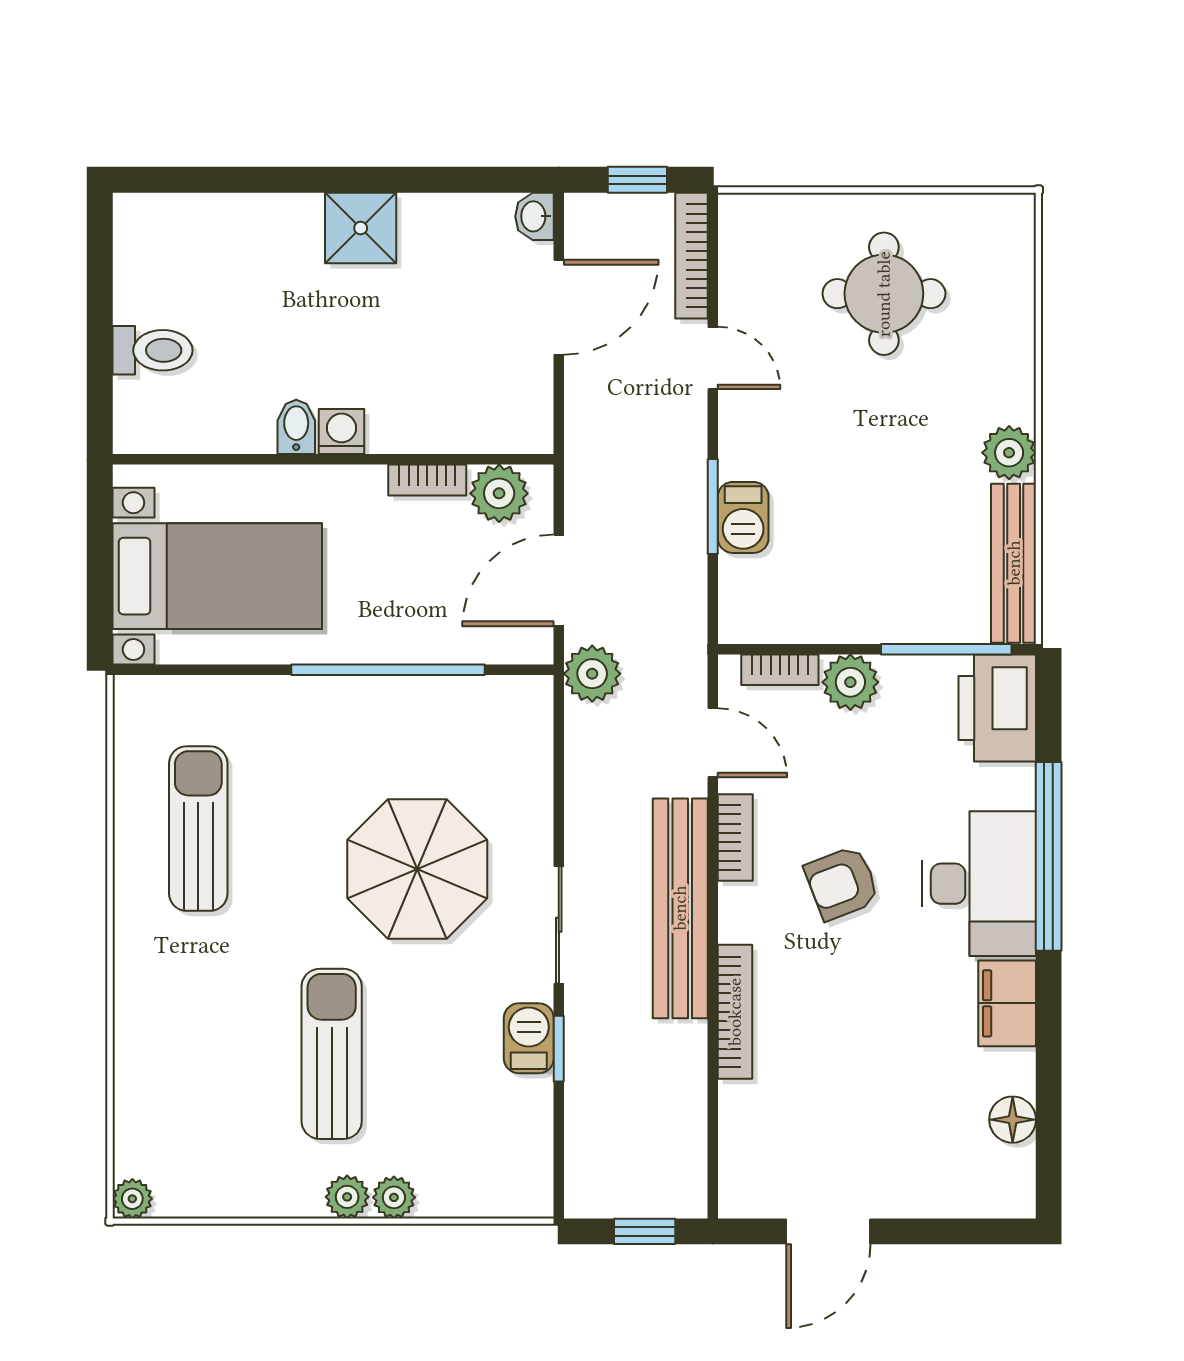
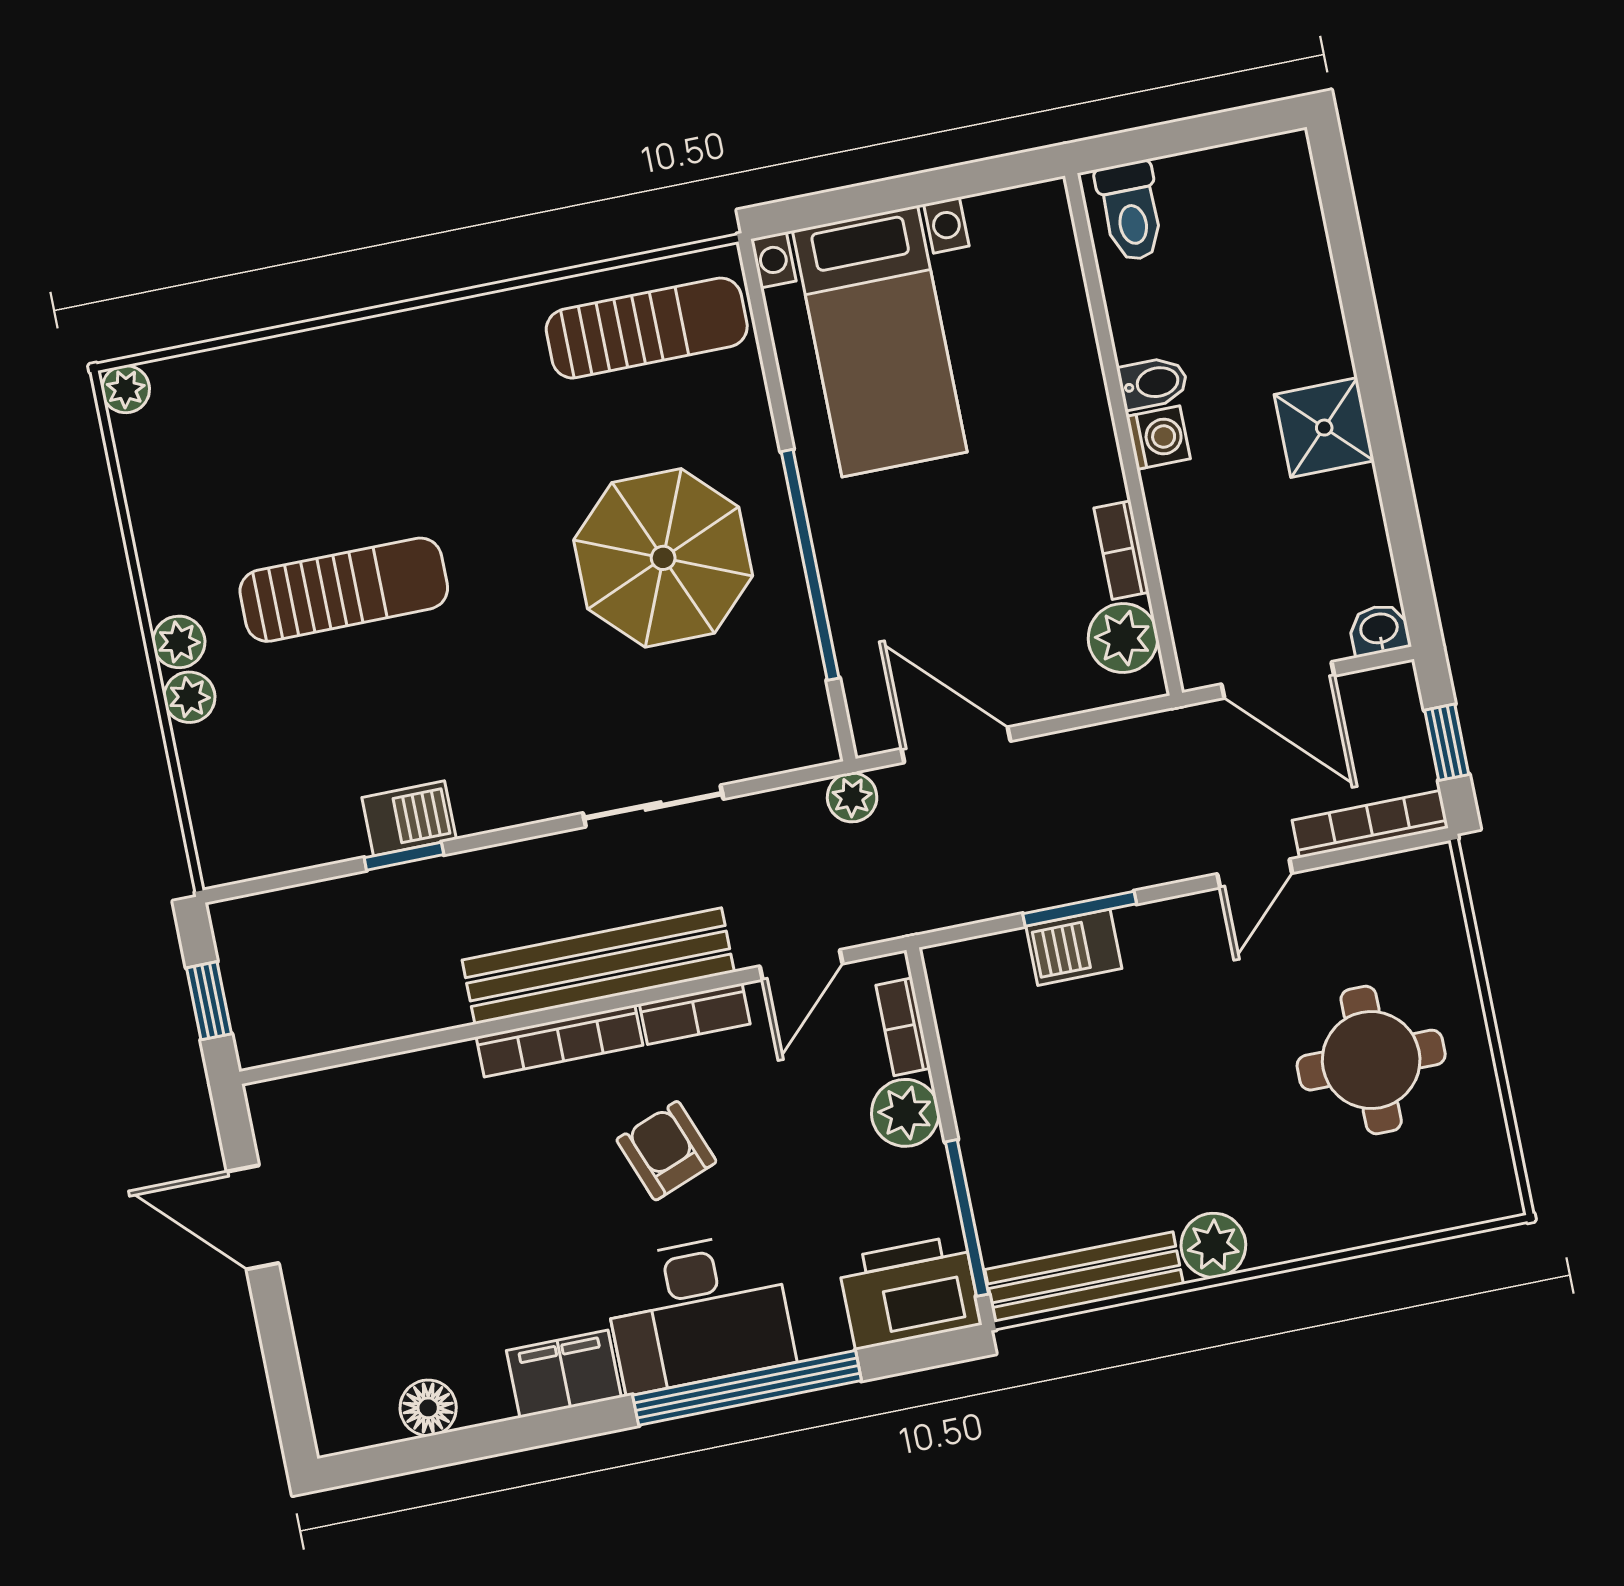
bidet: (296, 427) -> (1153, 383), moved
washing machine: (341, 432) -> (1158, 438), moved
wall: (333, 459) -> (1124, 434), moved
bookcase: (427, 480) -> (1122, 550), moved
plant: (499, 493) -> (1123, 638), moved
plant: (592, 674) -> (852, 797), width x0.73, depth x0.73
sun lounger: (198, 829) -> (647, 328), moved
parasol: (417, 869) -> (663, 558), moved
sliding door: (559, 925) -> (653, 806), moved
bookcase: (735, 1012) -> (559, 1041), moved

